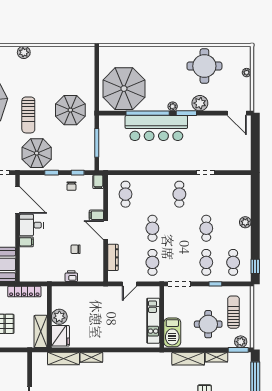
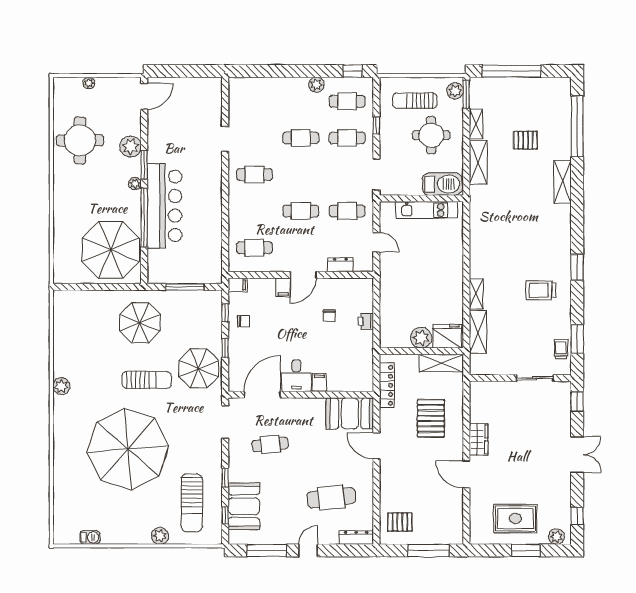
plant: (245, 222) -> (316, 85), moved
dresser: (113, 257) -> (340, 265), width x0.70

